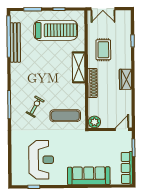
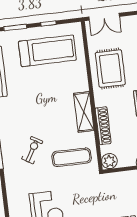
rug: (103, 50) -> (110, 69), width x1.36, depth x1.43
shelving: (79, 67) -> (84, 112), moved
shoe rack: (93, 83) -> (103, 126), moved

